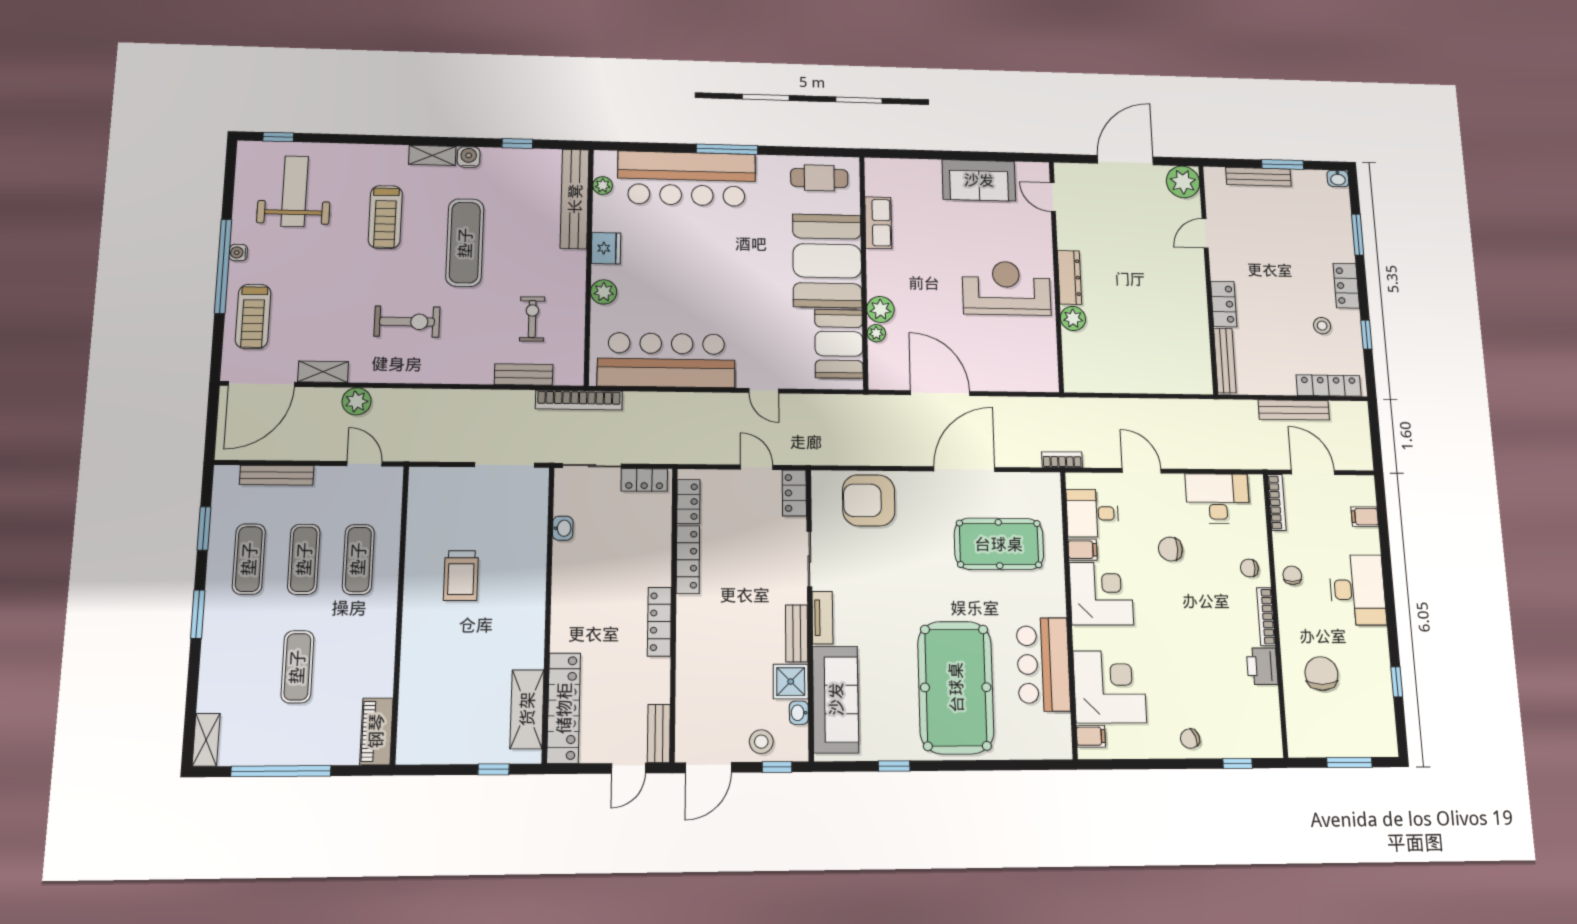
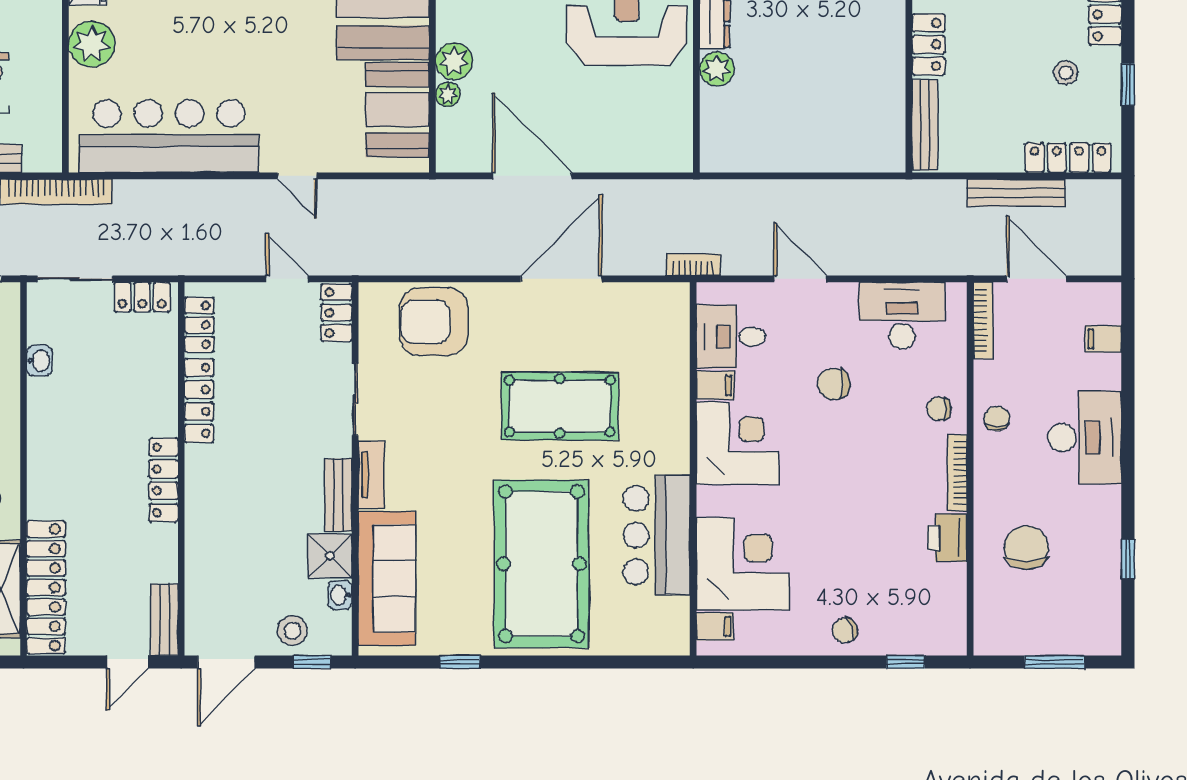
plant: (604, 292) -> (92, 44), width x1.36, depth x1.36
pool table: (999, 544) -> (560, 406), moved

